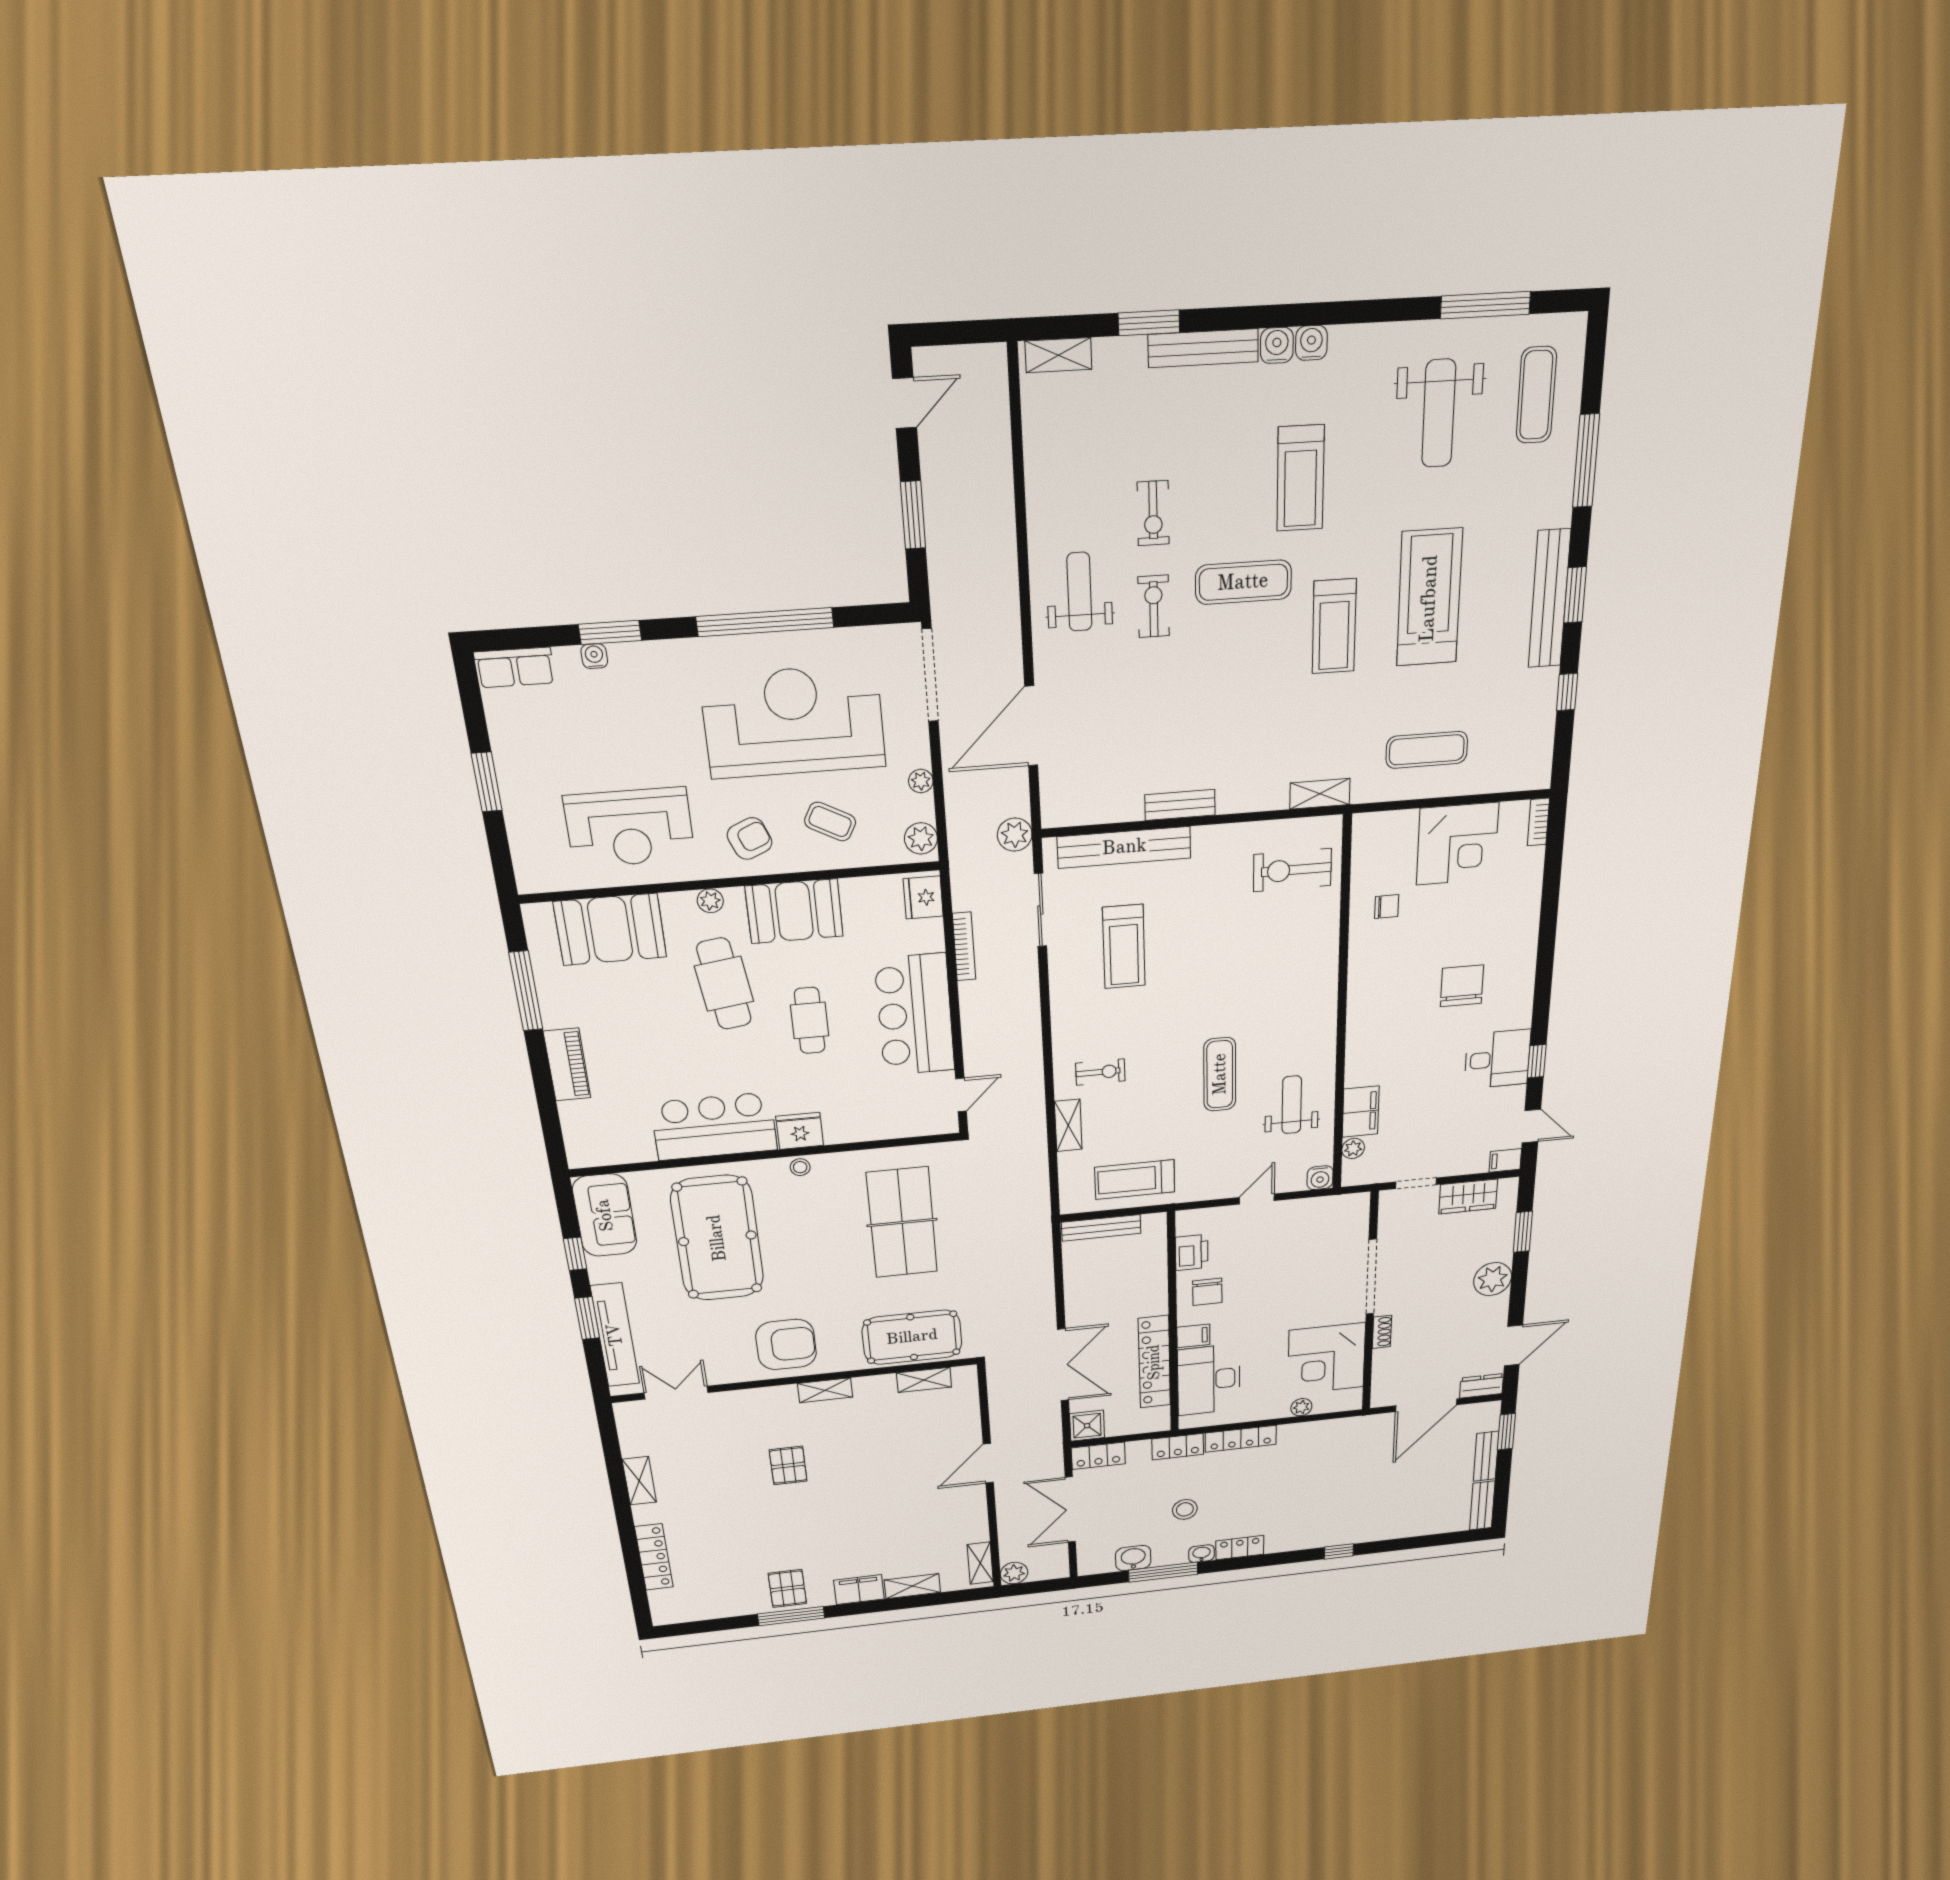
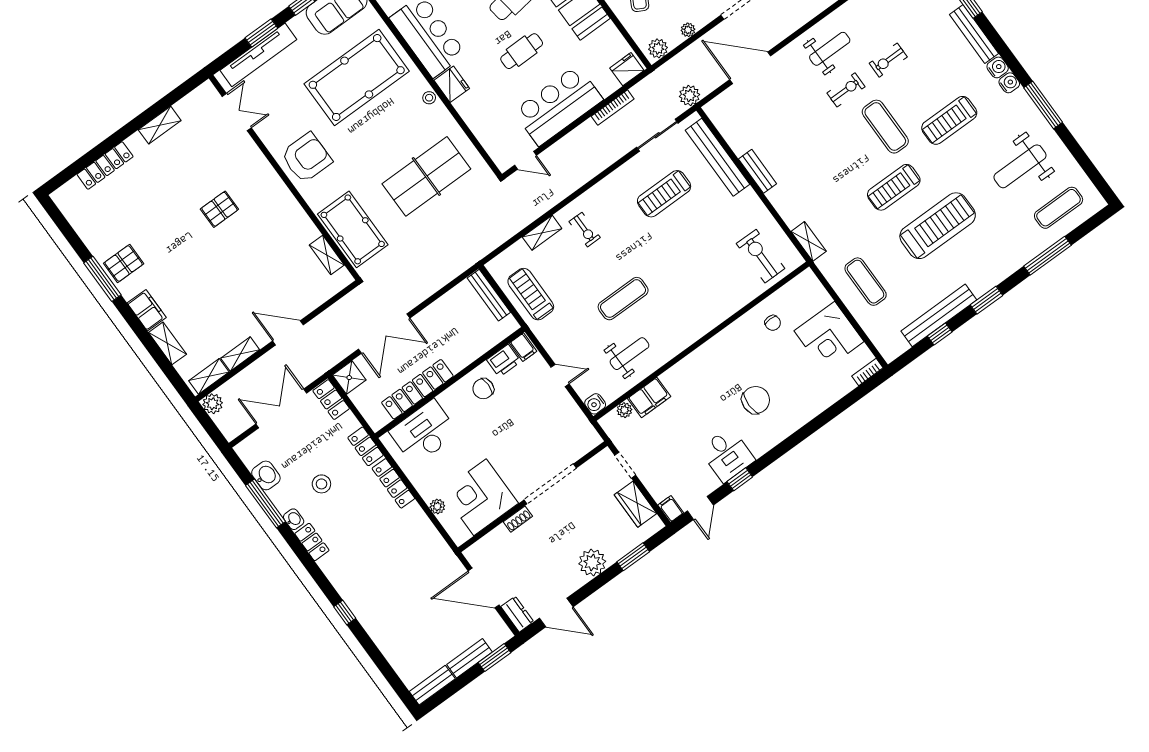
window: (1485, 305) -> (1043, 105), moved
bench: (1549, 599) -> (939, 315), moved
filing cabinet: (1193, 1336) -> (523, 347), moved
armchair: (786, 1345) -> (306, 158), turned -90
shelving: (825, 1390) -> (240, 354), moved, turned 90

